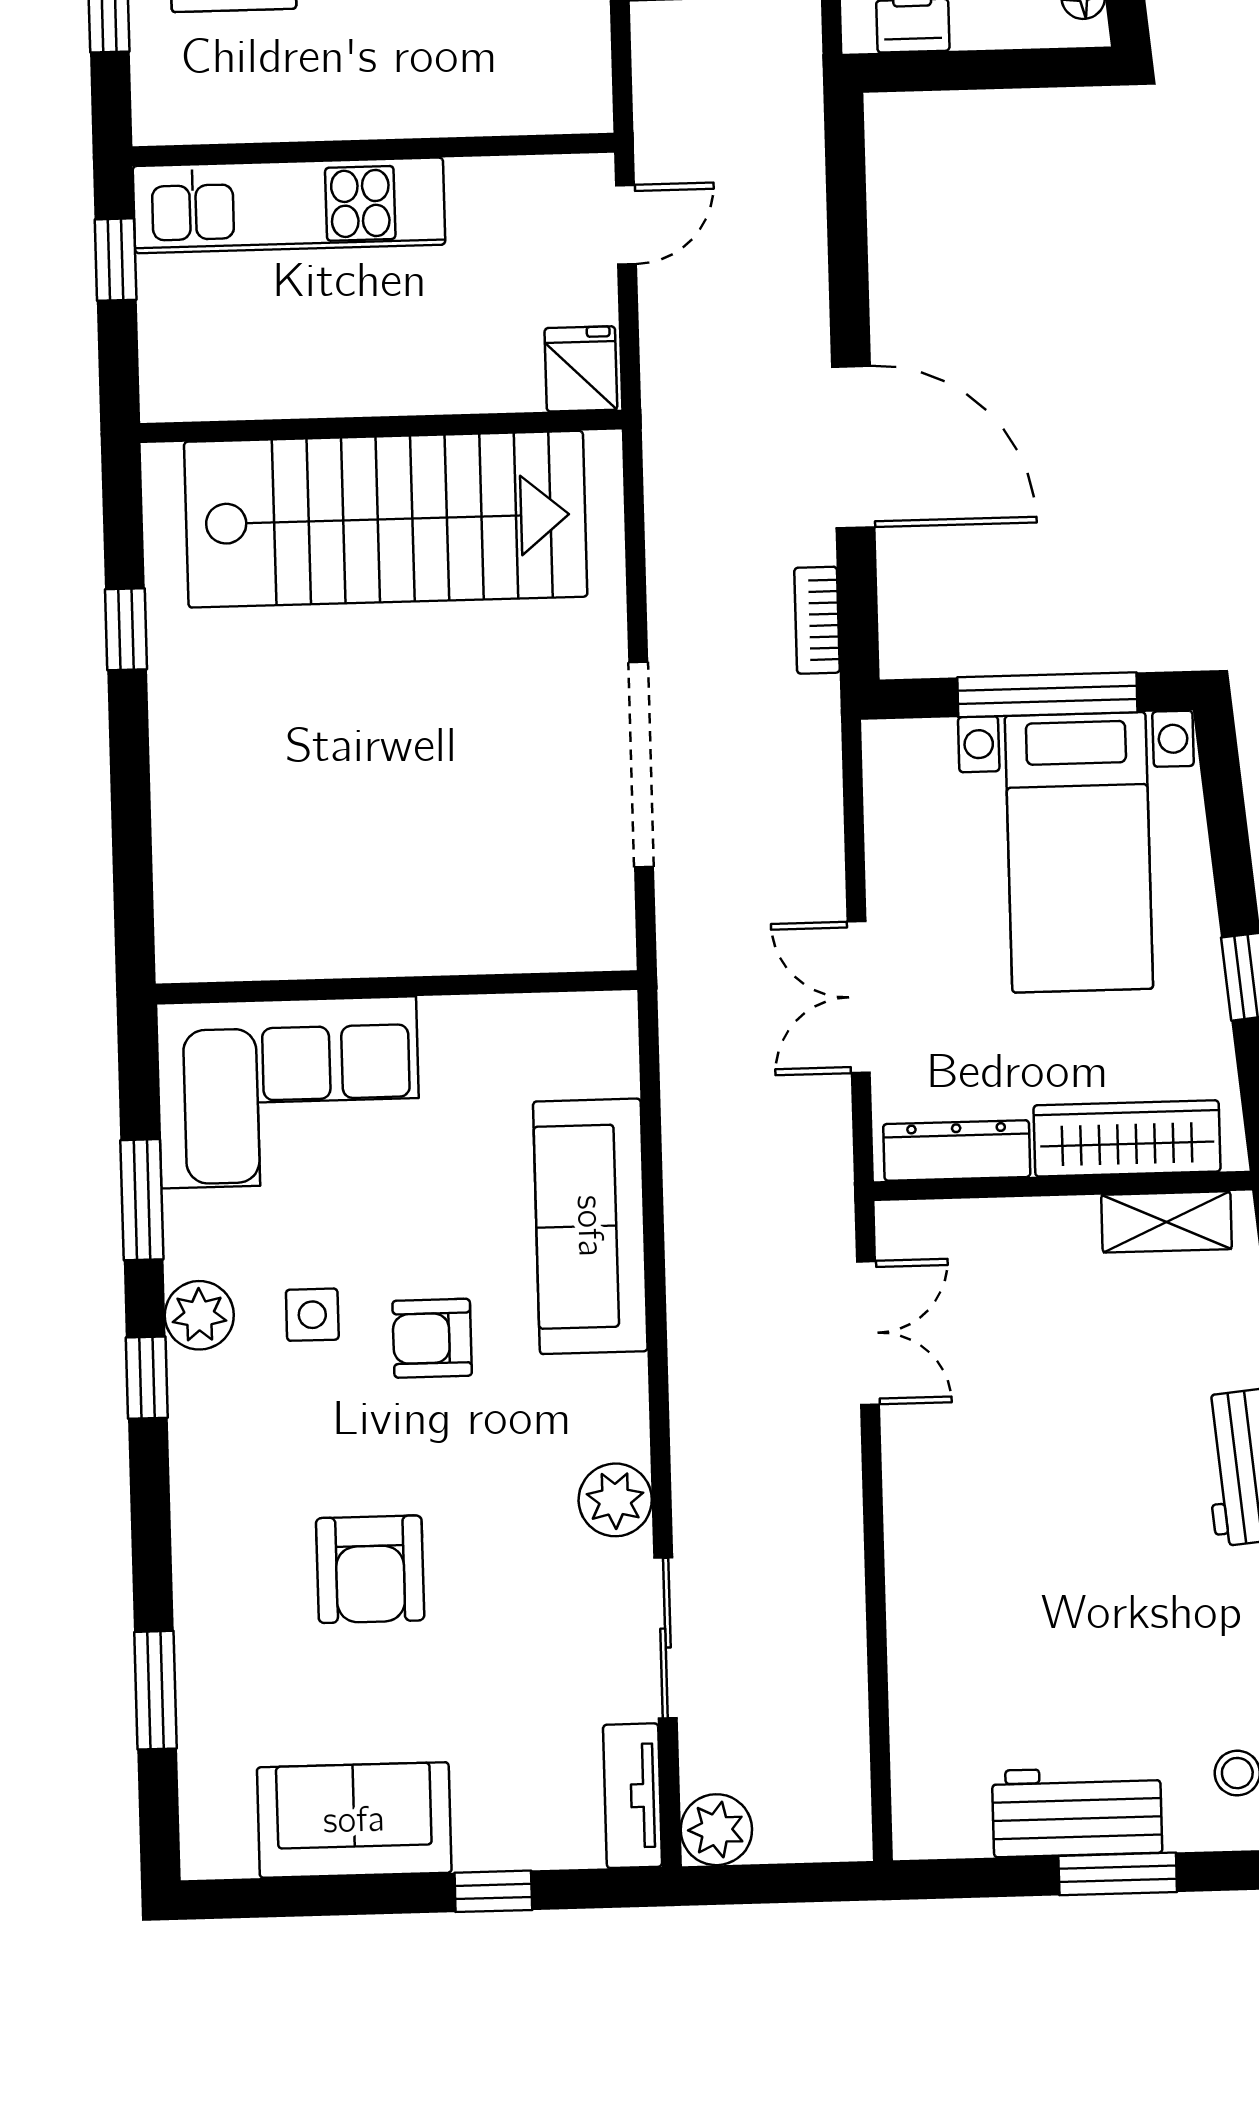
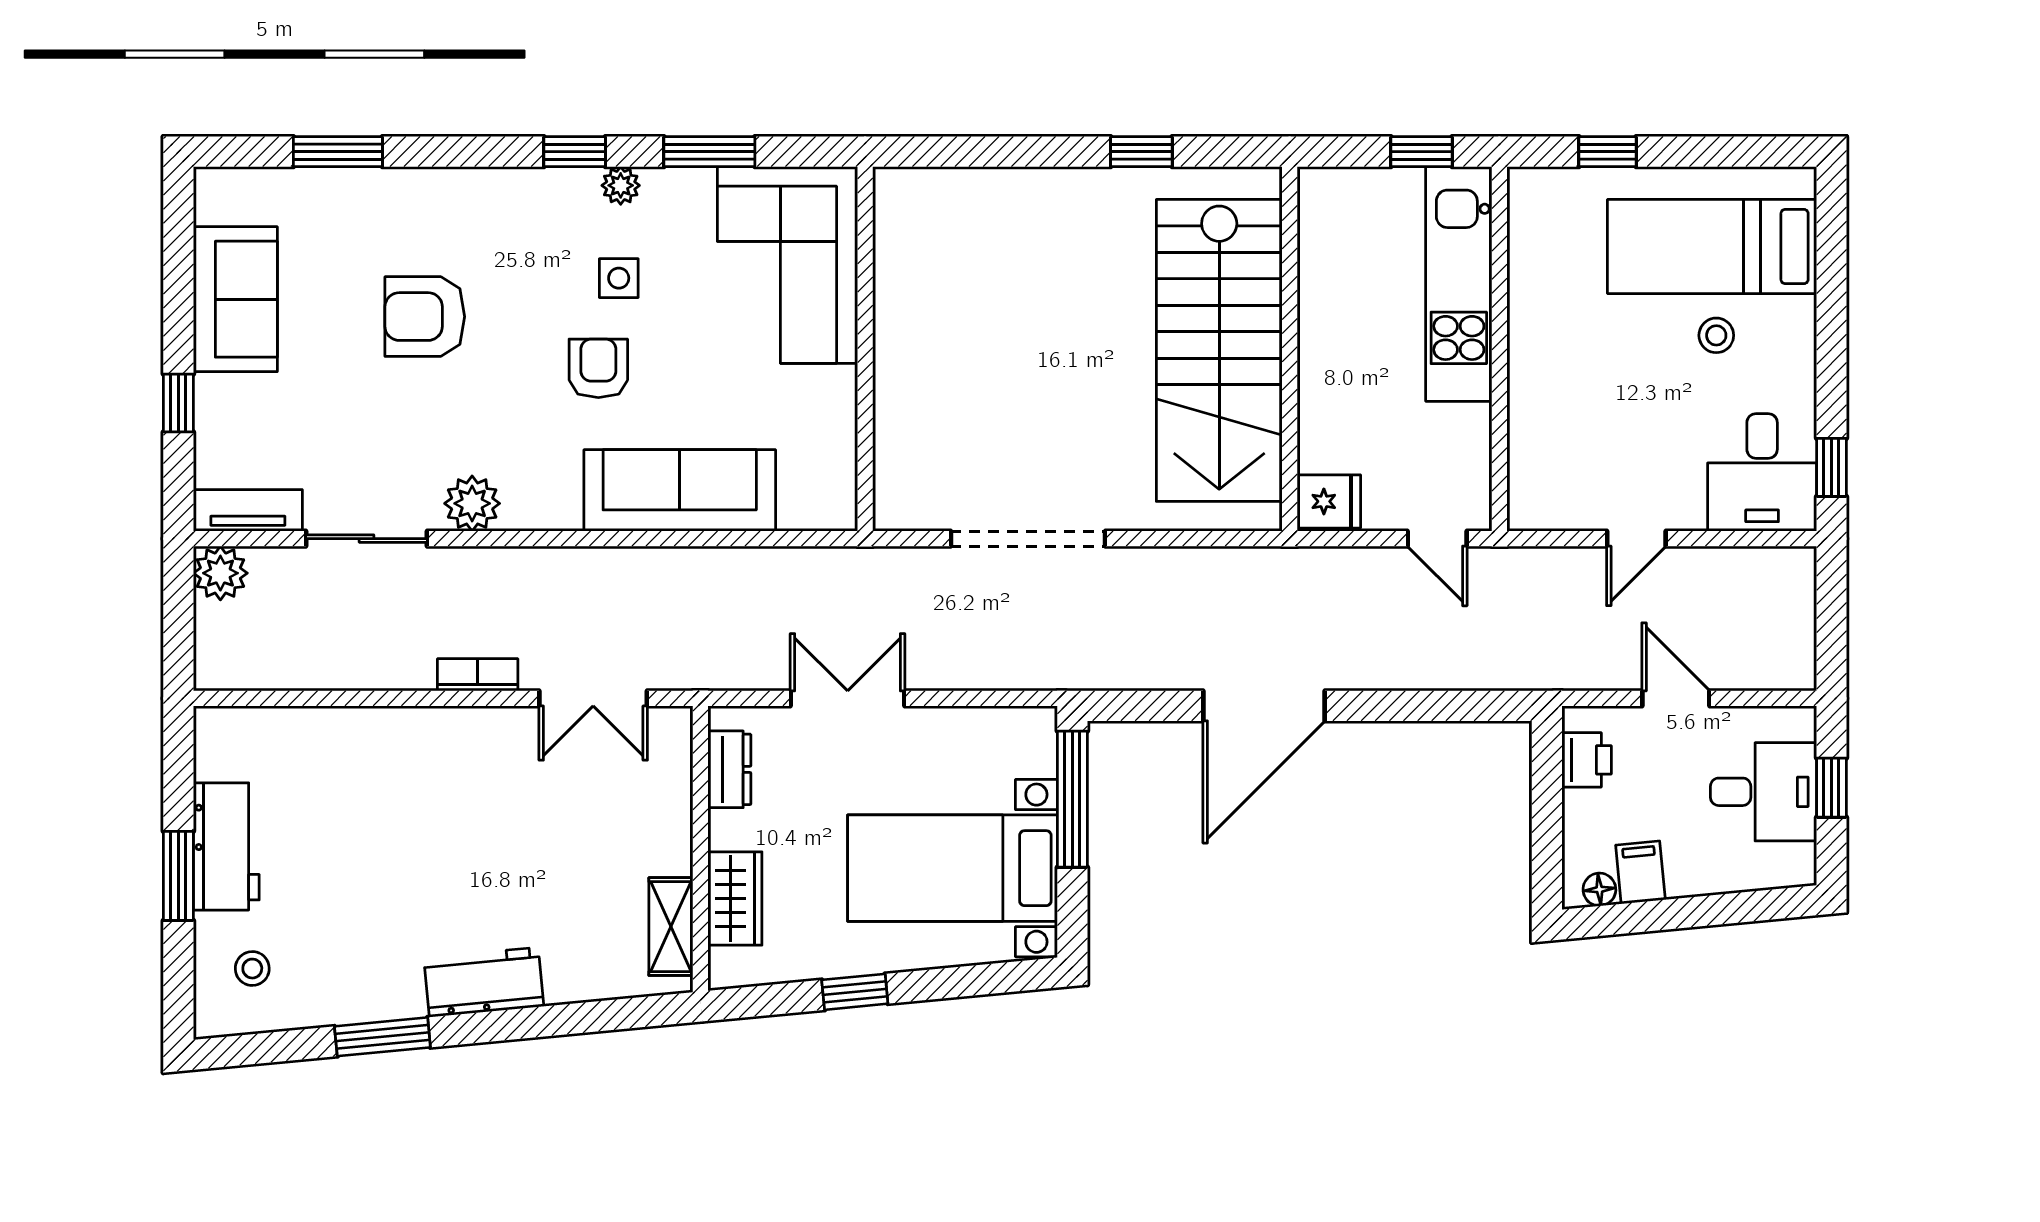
bookcase: (817, 620) -> (478, 675), moved
window: (1047, 695) -> (1072, 799), moved
wardrobe: (1127, 1138) -> (735, 898), width x0.67
dresser: (957, 1150) -> (729, 769), width x0.70
plant: (199, 1315) -> (621, 185), width x0.73, depth x0.73

